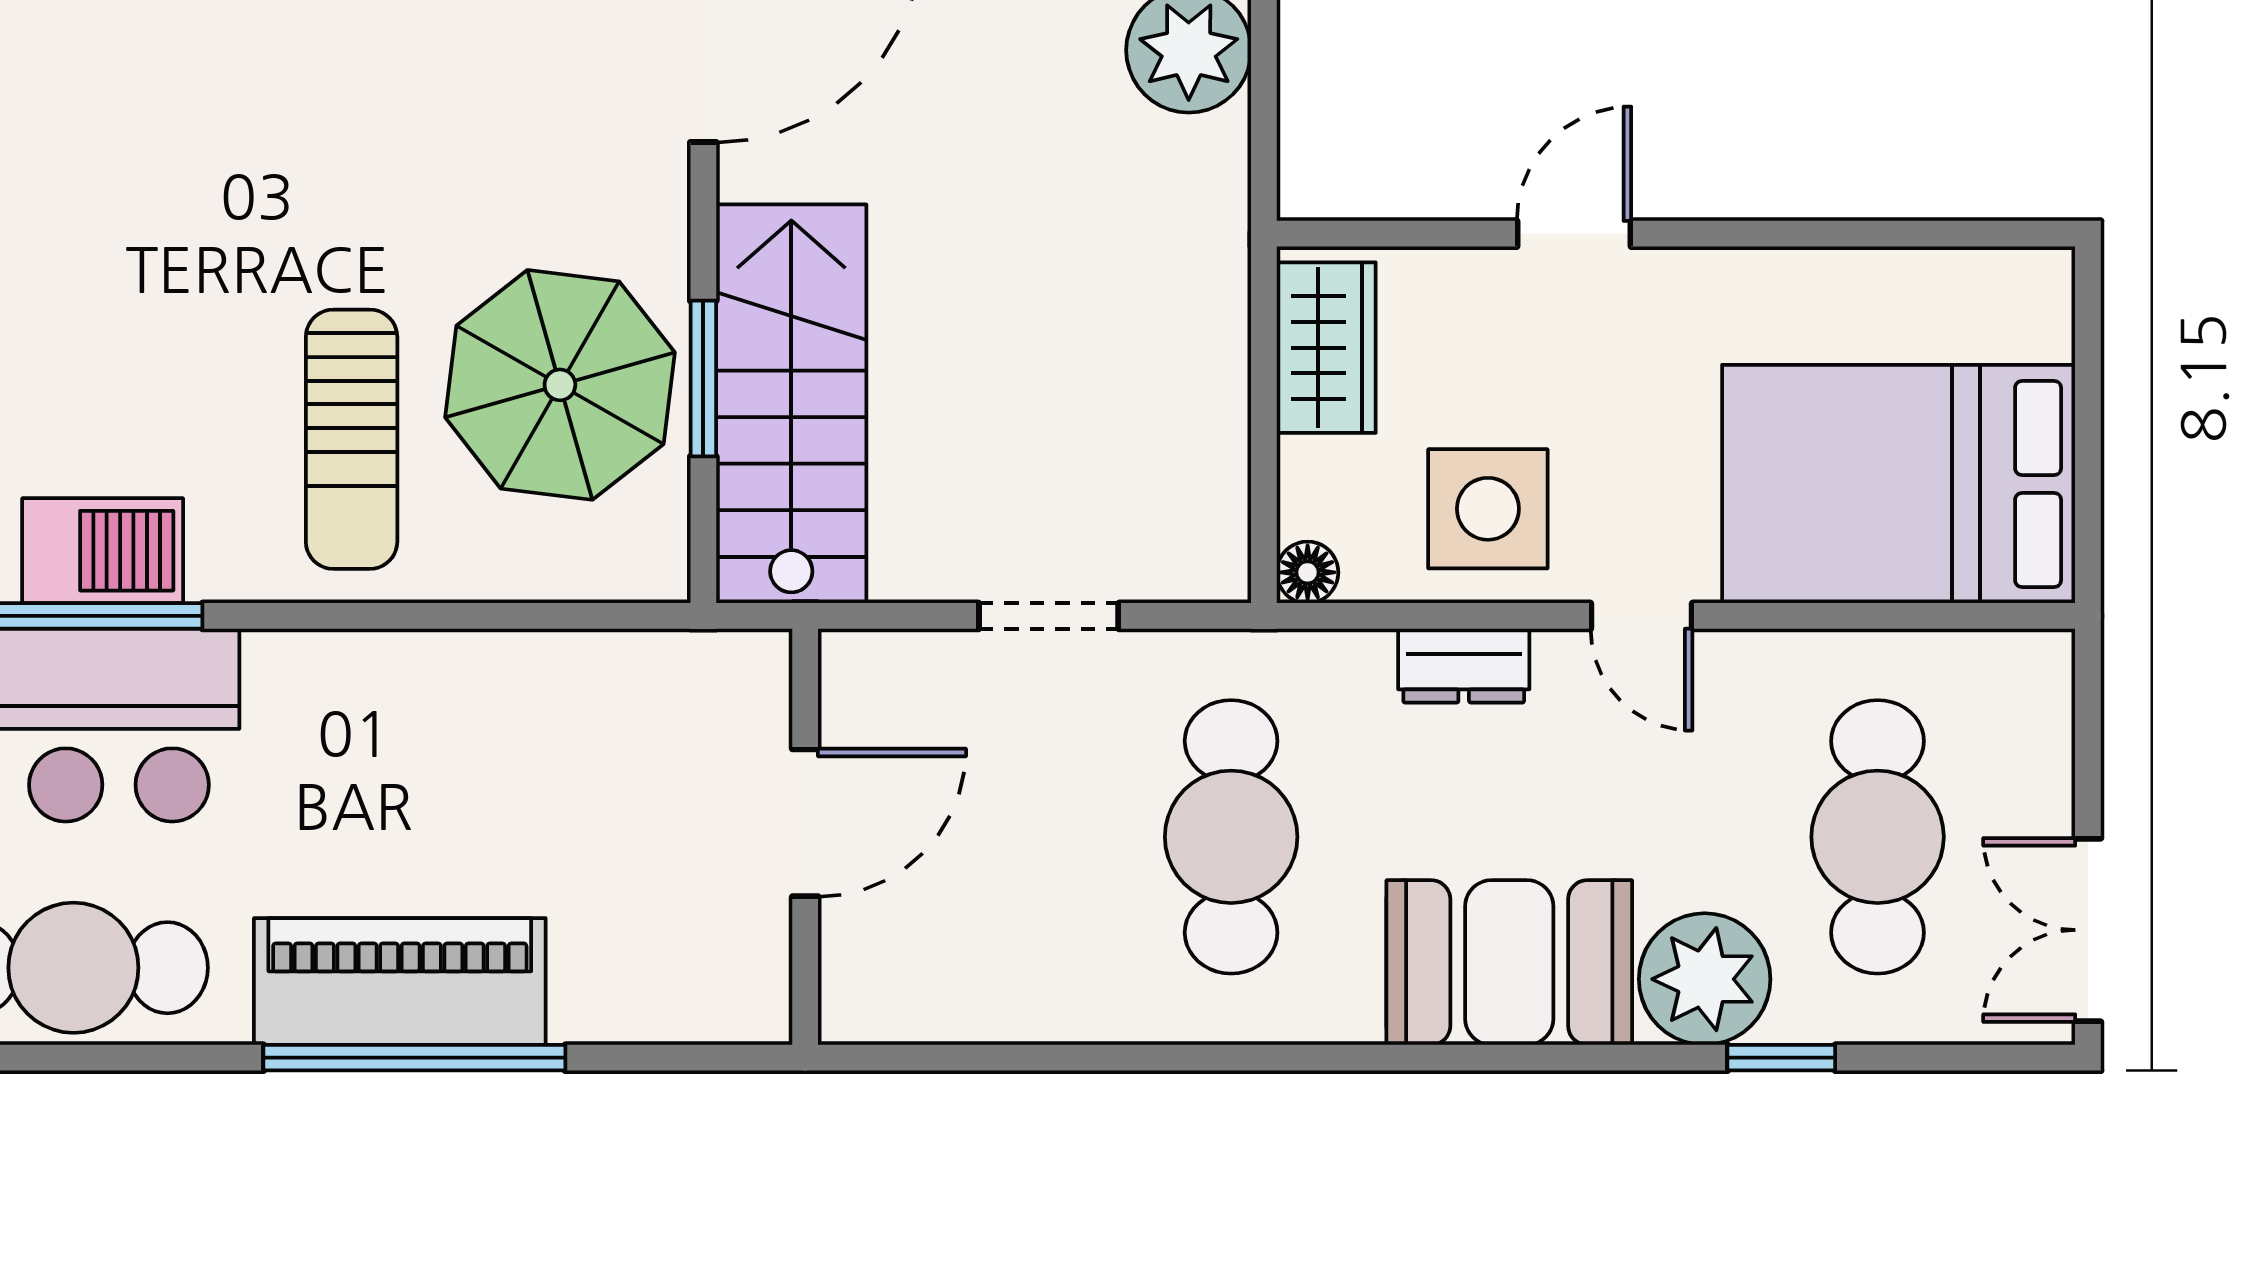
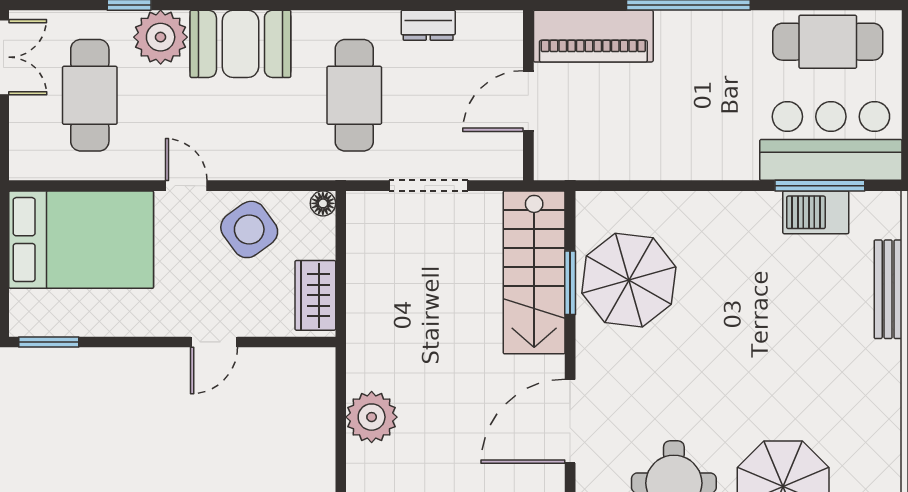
window: (1978, 234) -> (49, 342), added
sun lounger: (352, 439) -> (714, 258), removed
side table: (1488, 509) -> (249, 229), turned -36
doorway: (1049, 616) -> (429, 186), width x1.38
dresser: (1464, 666) -> (428, 25), moved, turned 180
piano: (400, 981) -> (593, 36), moved

